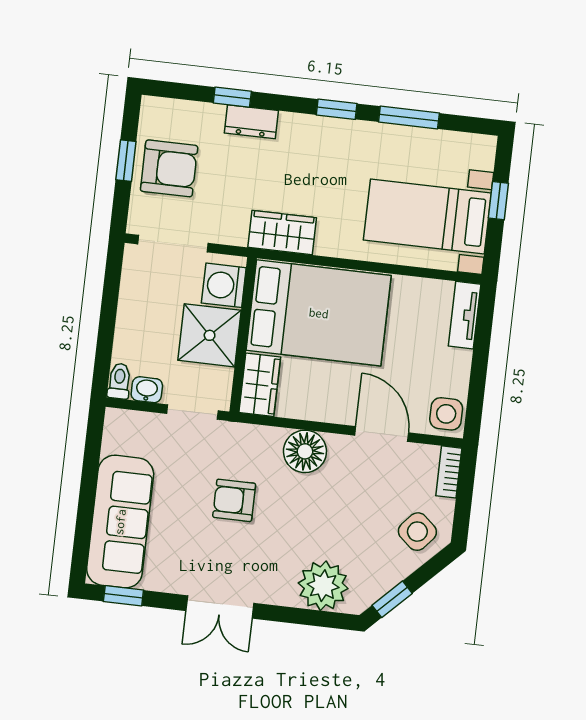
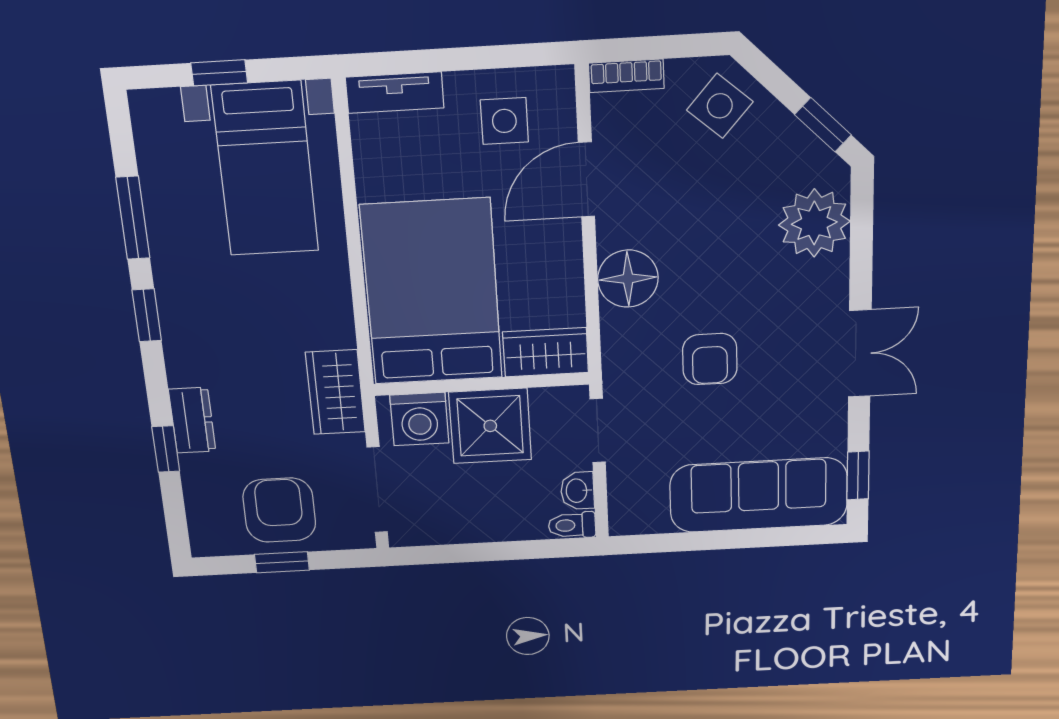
wardrobe: (282, 233) -> (335, 392), moved
side table: (446, 414) -> (504, 121), moved

